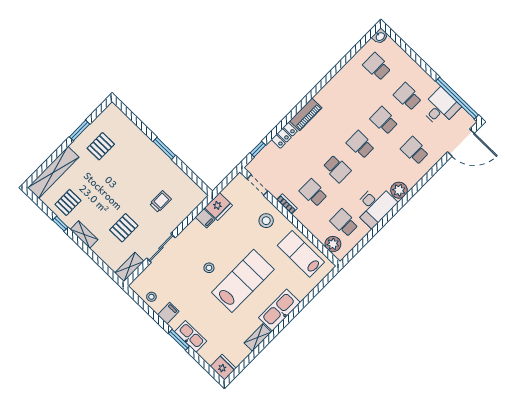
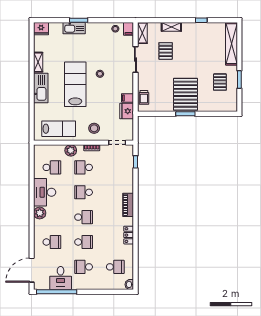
school desk: (408, 97) -> (84, 267), turned 180
locker: (284, 135) -> (129, 235), moved
school desk: (313, 193) -> (84, 167), turned 180
trolley: (160, 201) -> (144, 97), moved
pallet: (68, 202) -> (185, 94), moved, width x2.05, depth x2.00
shelving: (84, 235) -> (171, 27), moved
plant: (333, 244) -> (71, 150), moved
lab bench: (243, 281) -> (75, 84), turned 180
filing cabinet: (168, 313) -> (129, 29), moved

